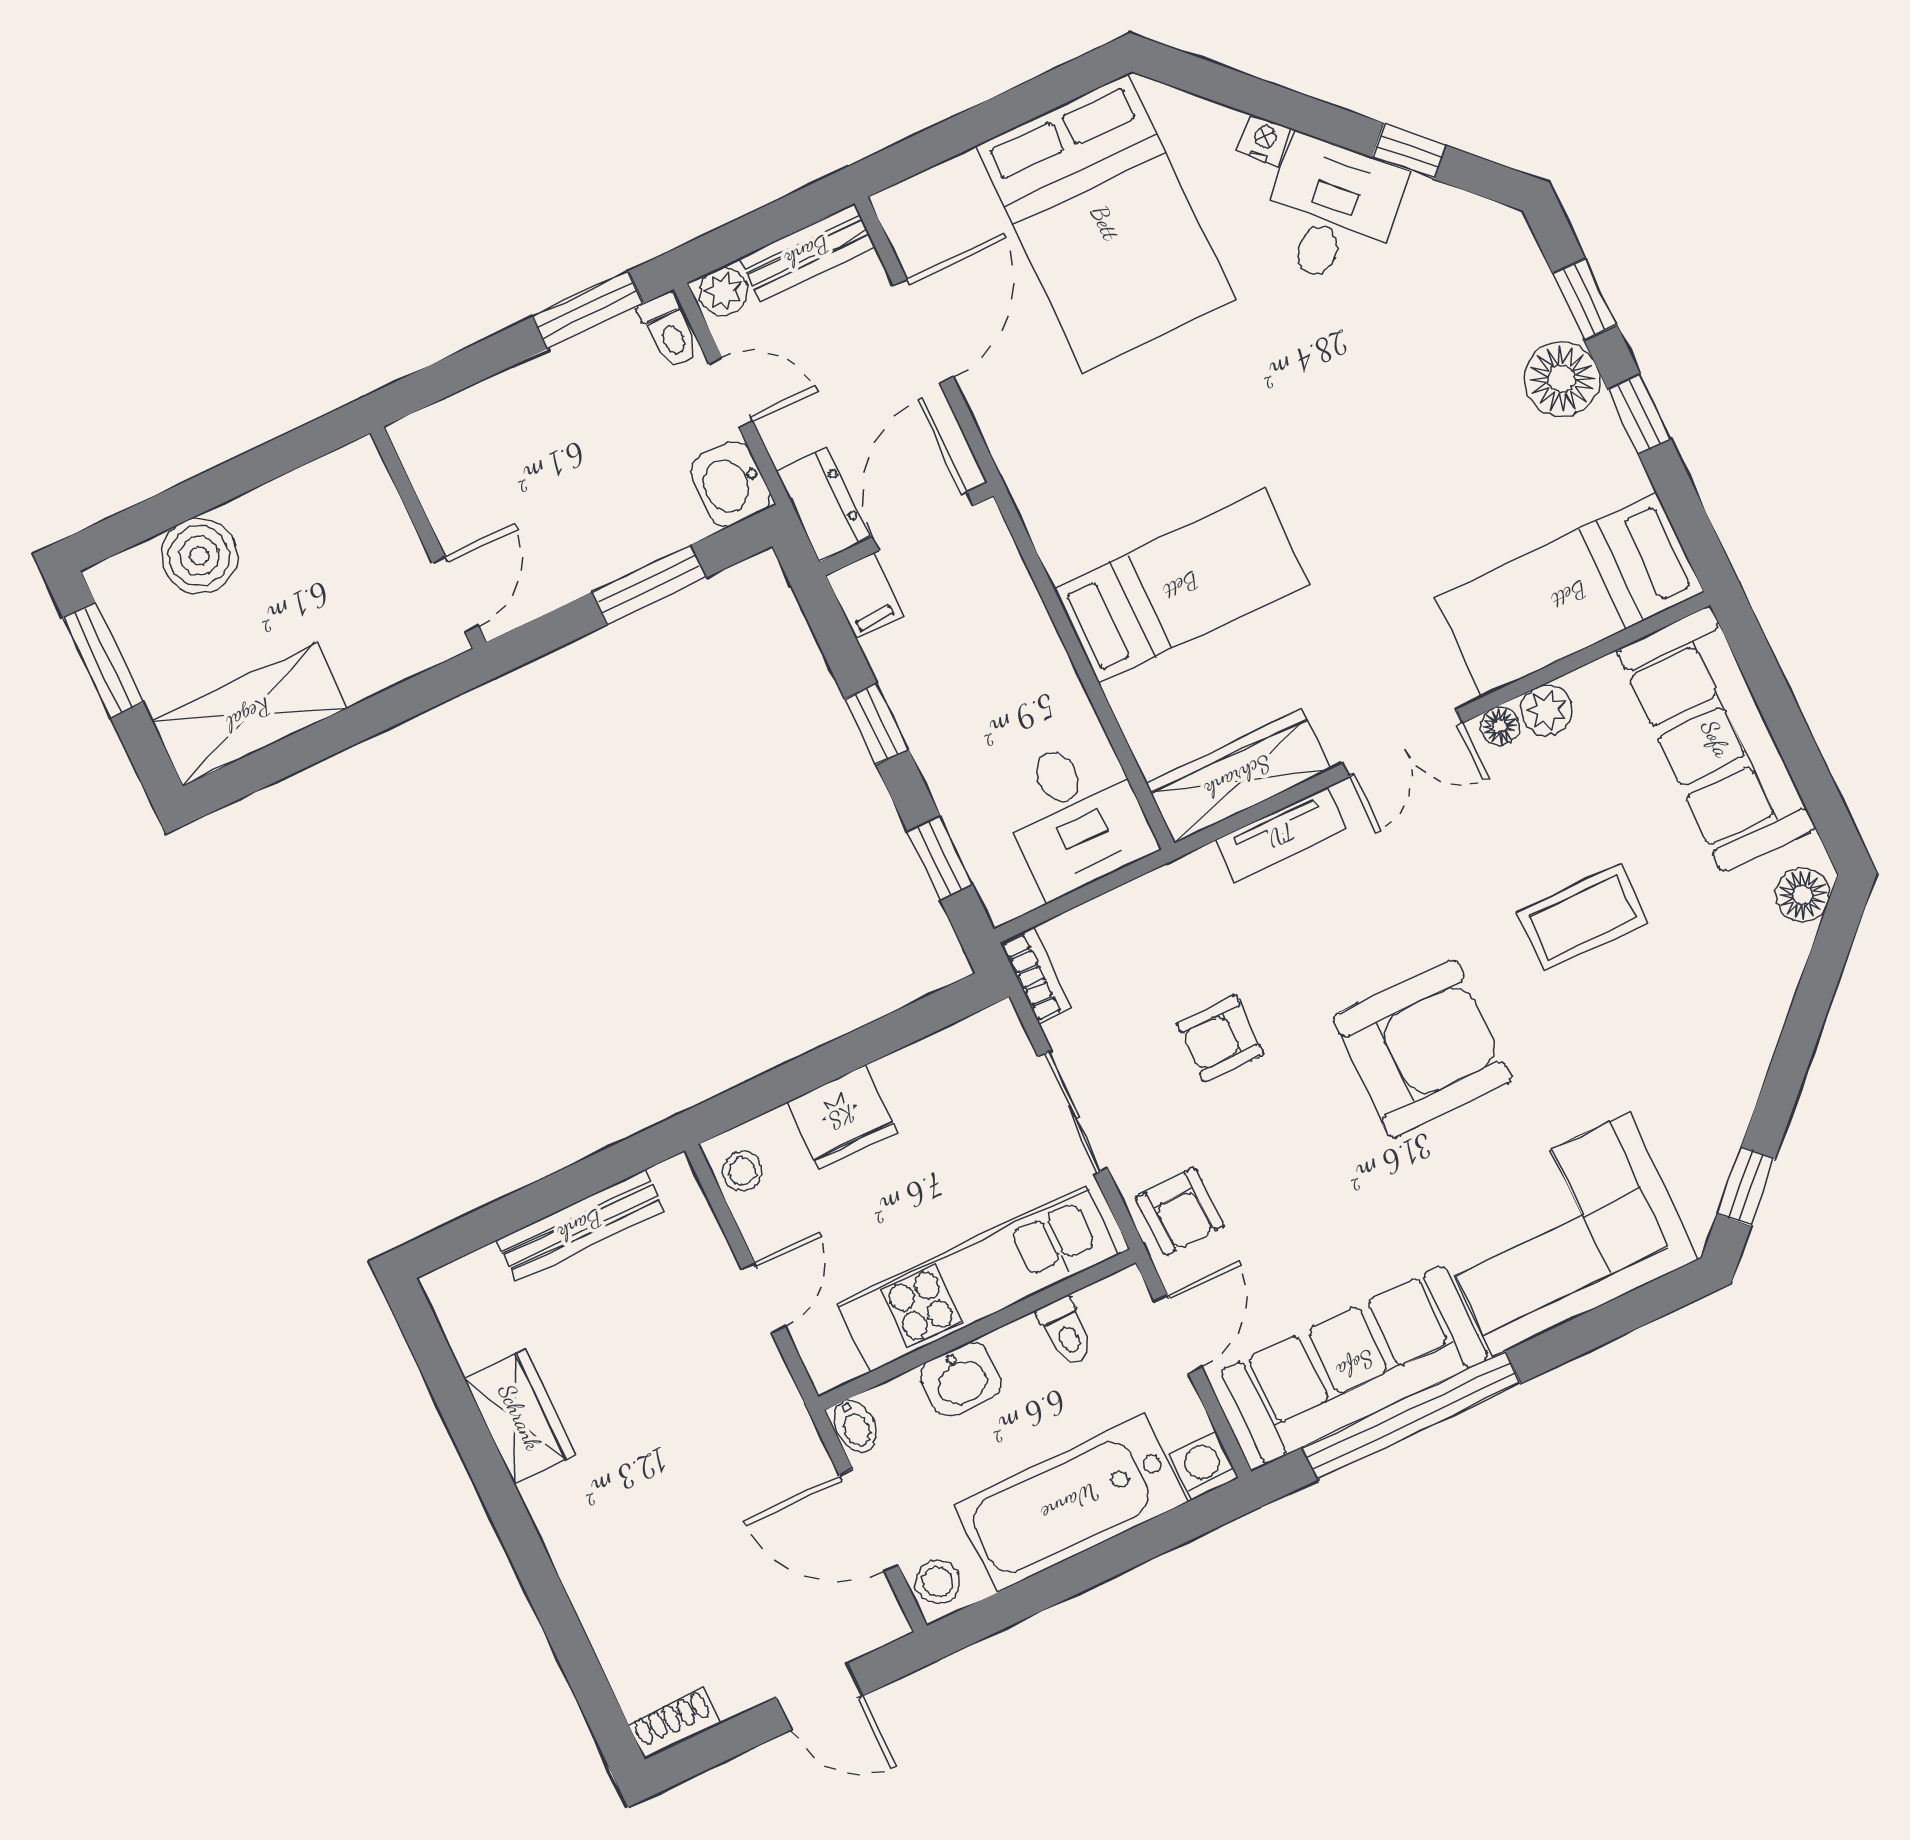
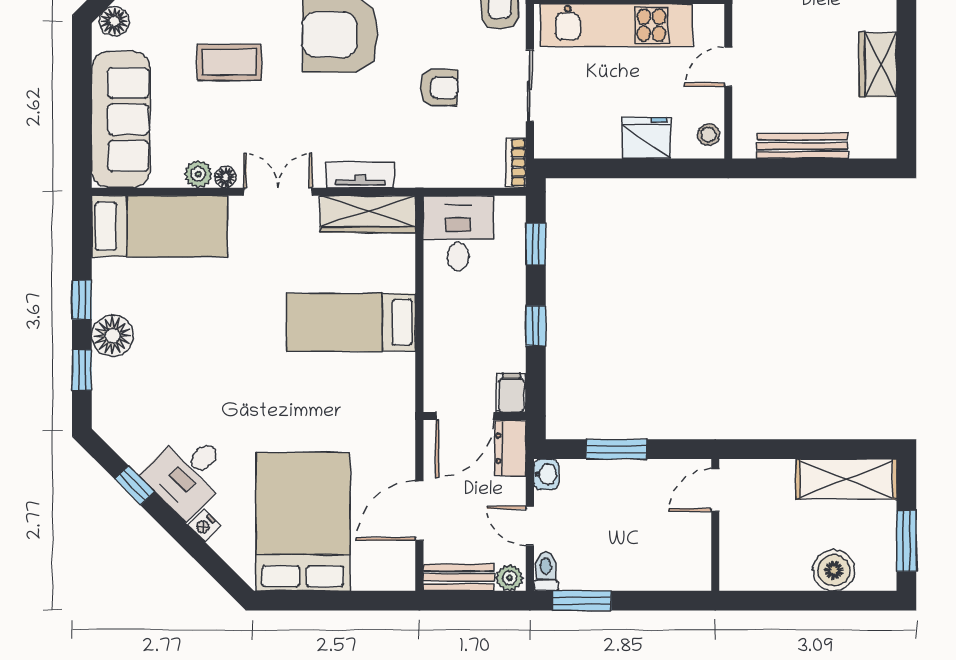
washbasin: (730, 484) -> (546, 474), width x0.72, depth x0.69

